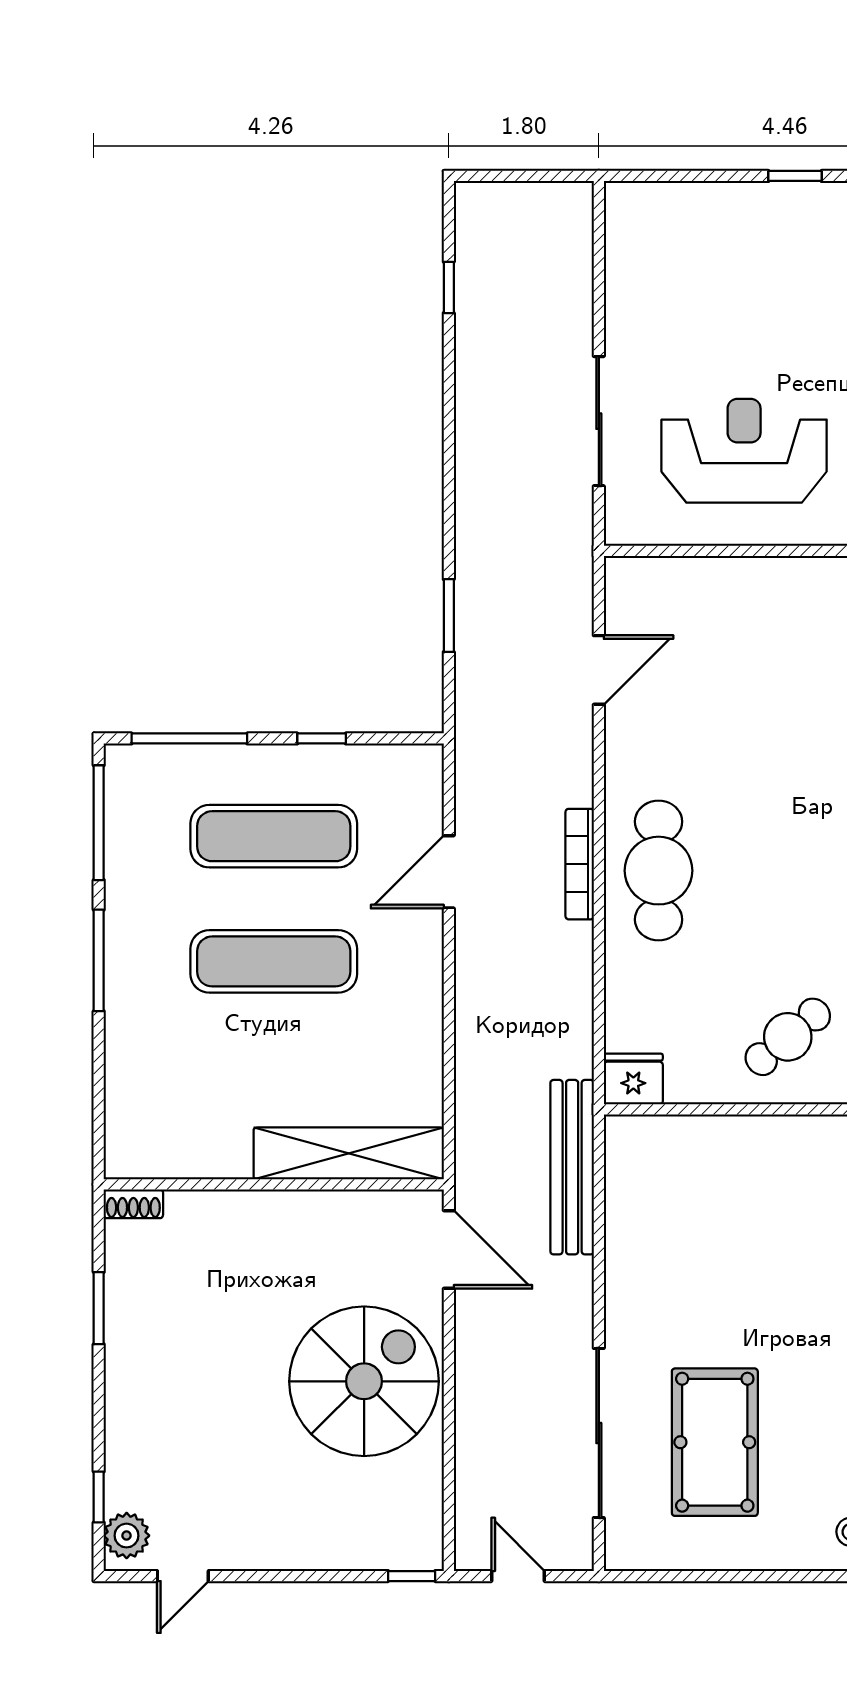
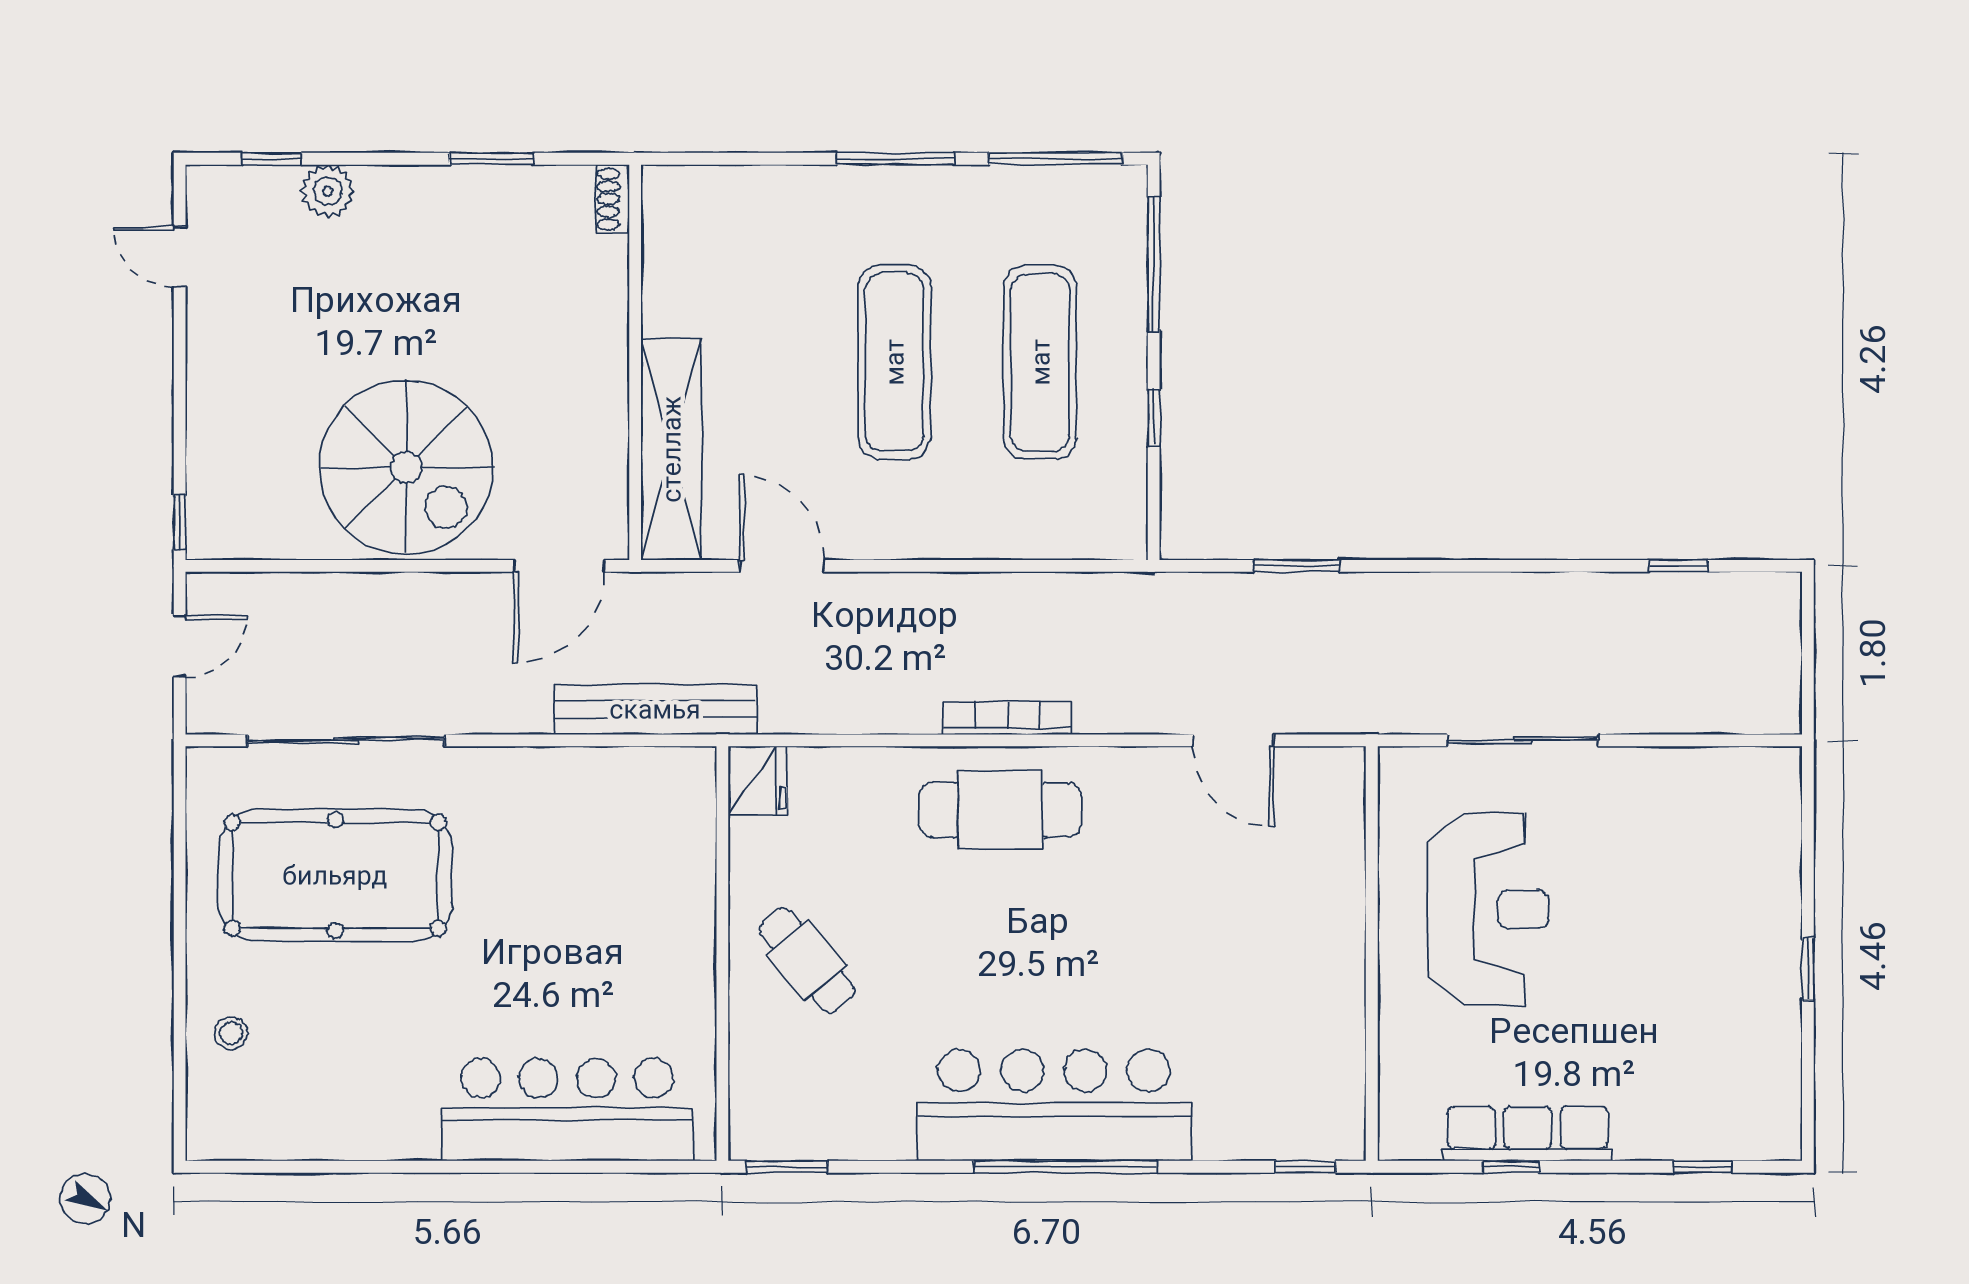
door: (449, 872) -> (782, 566), moved
pool table: (715, 1442) -> (335, 875), width x1.36, depth x1.32
plant: (127, 1536) -> (328, 191), moved

